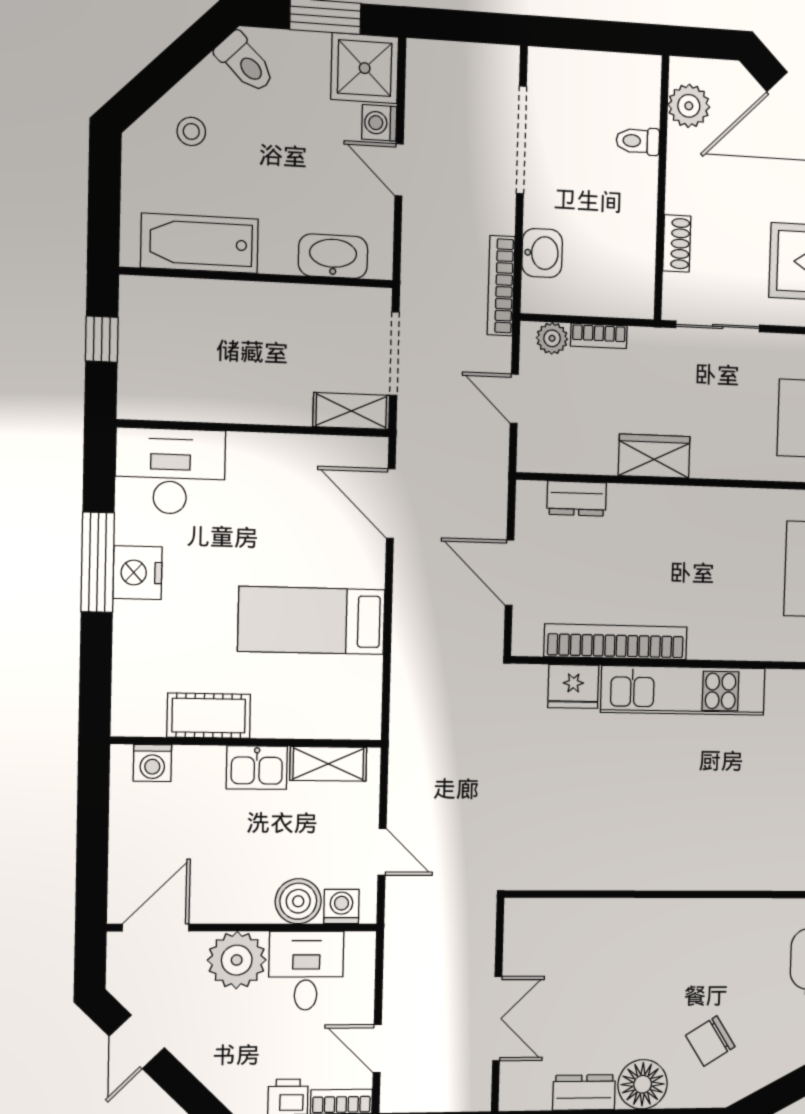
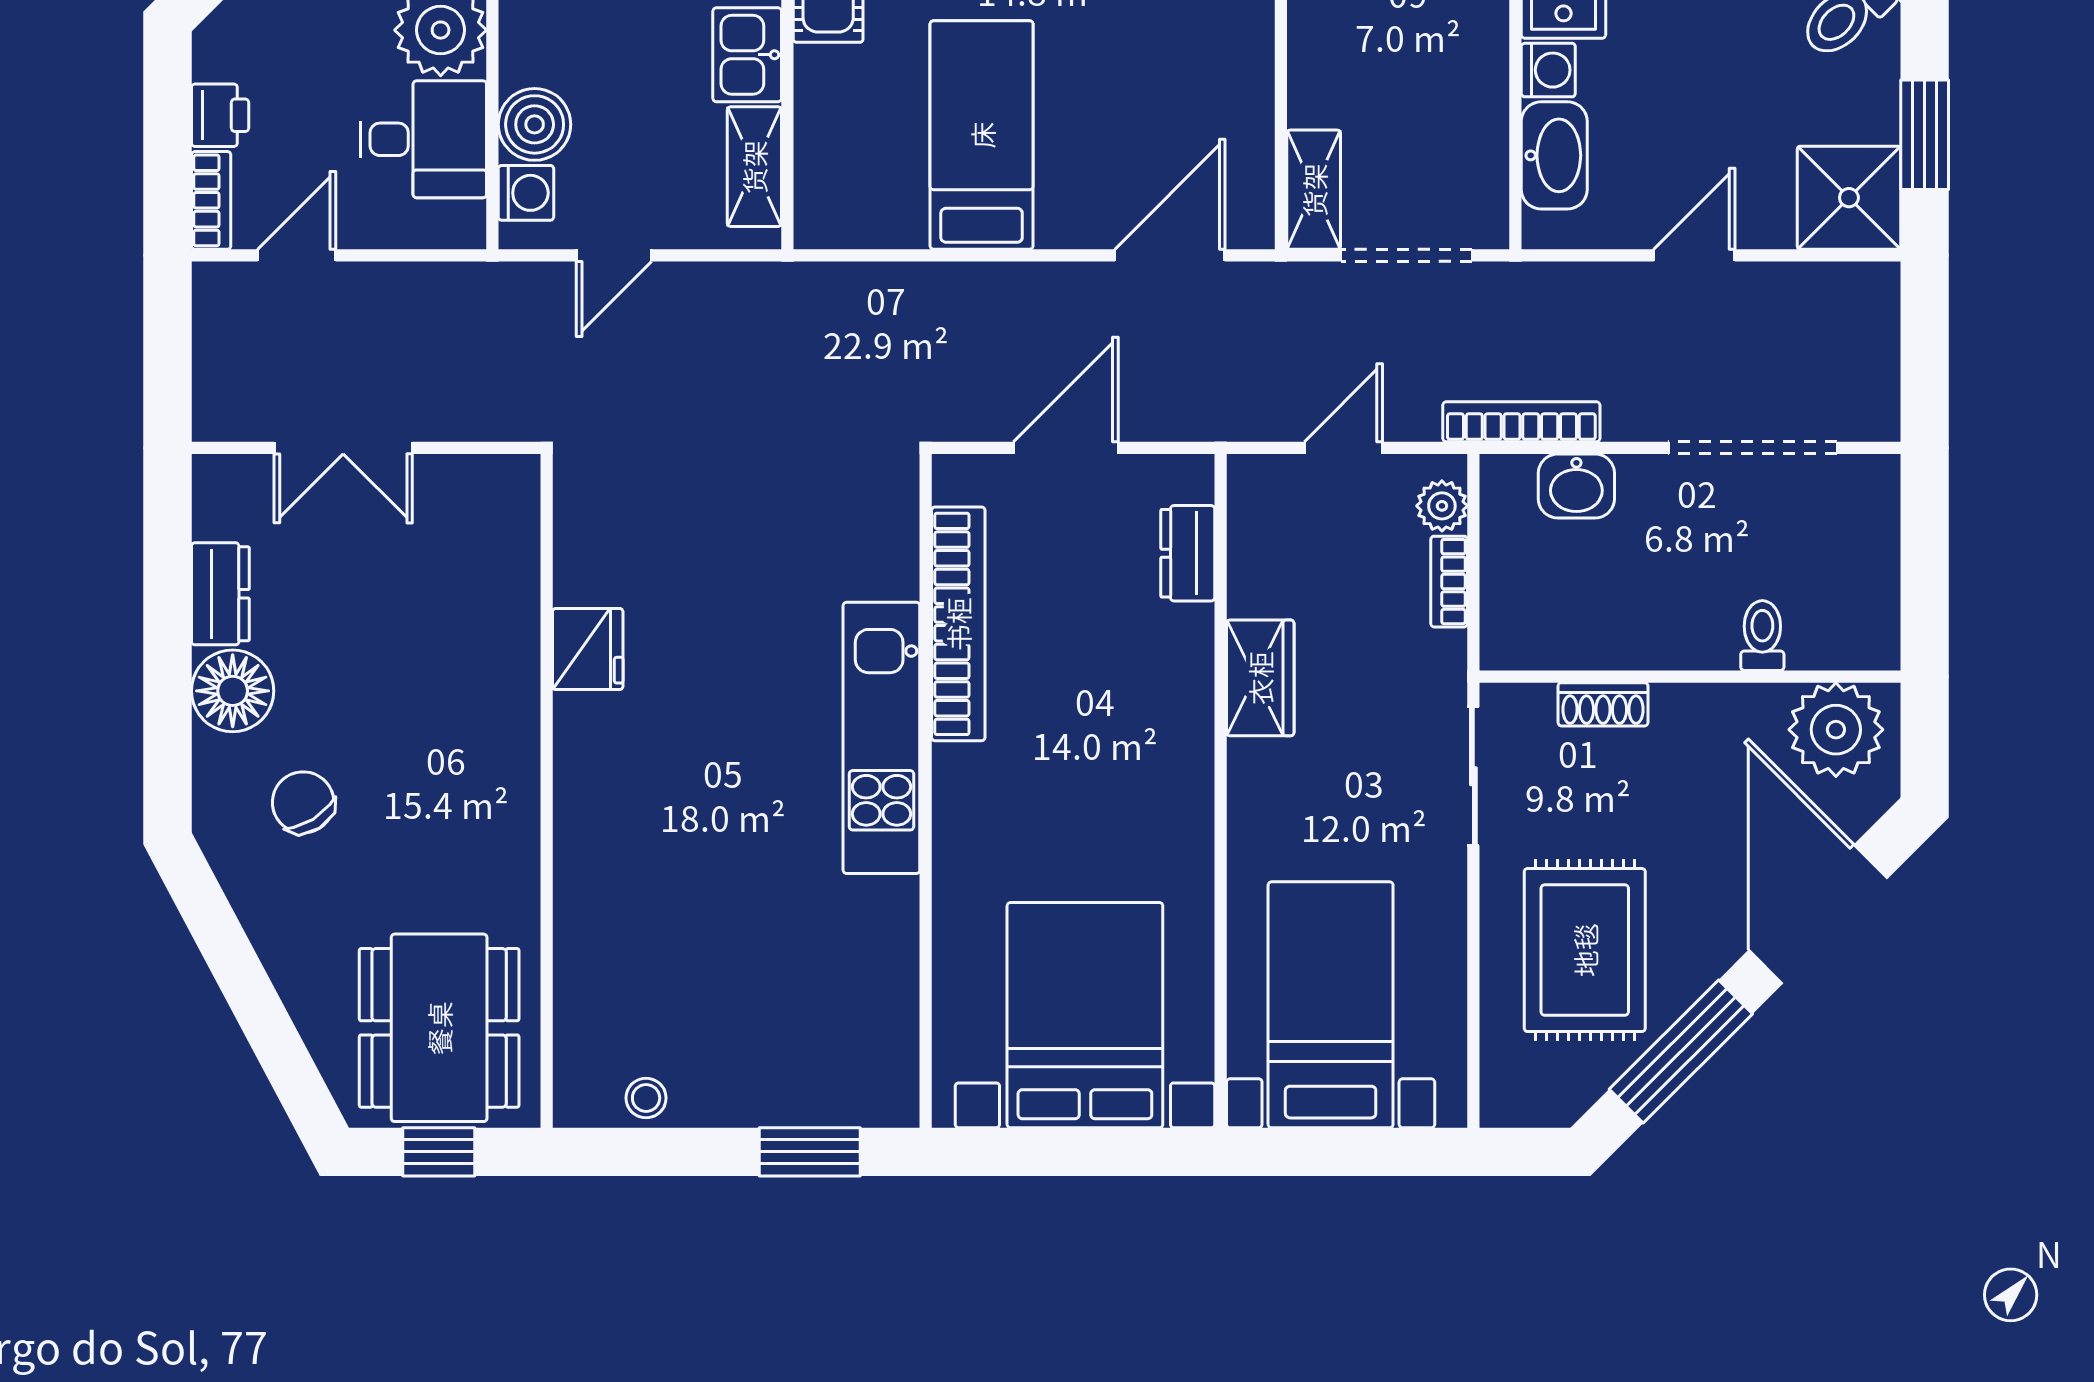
plant: (689, 106) -> (1836, 730), width x1.36, depth x1.36
washing machine: (379, 123) -> (1548, 70), moved, turned 90
fridge: (573, 686) -> (588, 649), moved, turned 180

